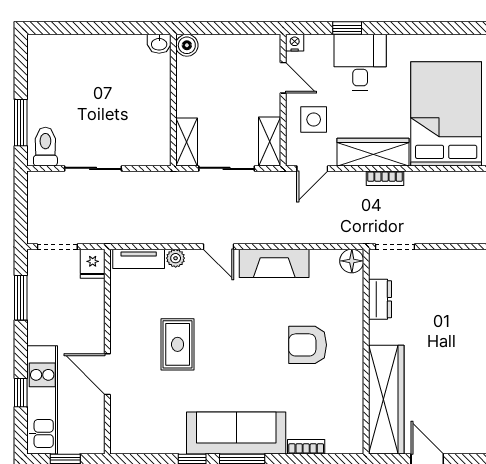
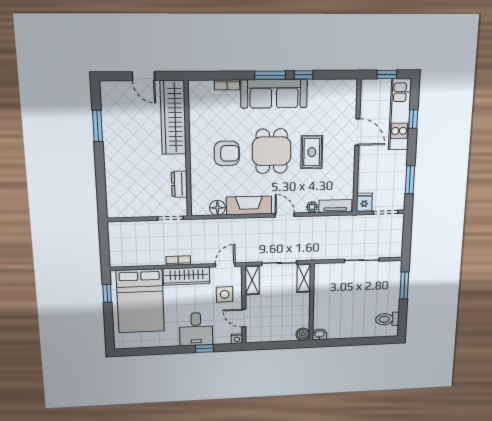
toilet: (45, 147) -> (387, 319), moved, turned 90
floor lamp: (352, 261) -> (217, 208), moved
dining table: (240, 347) -> (272, 151), added

